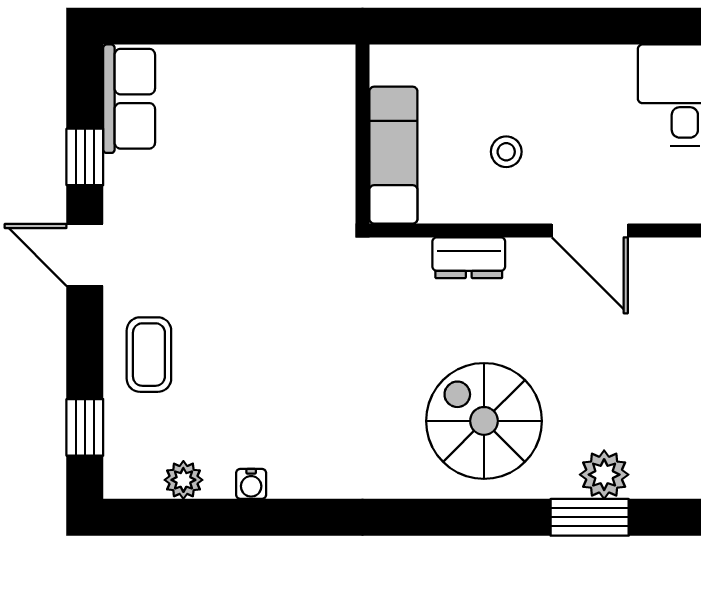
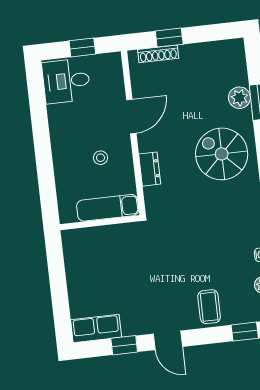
door: (85, 255) -> (168, 340), hinge flipped
coffee table: (149, 355) -> (209, 307), turned 90
spiral stairs: (484, 421) -> (222, 154), turned 90

